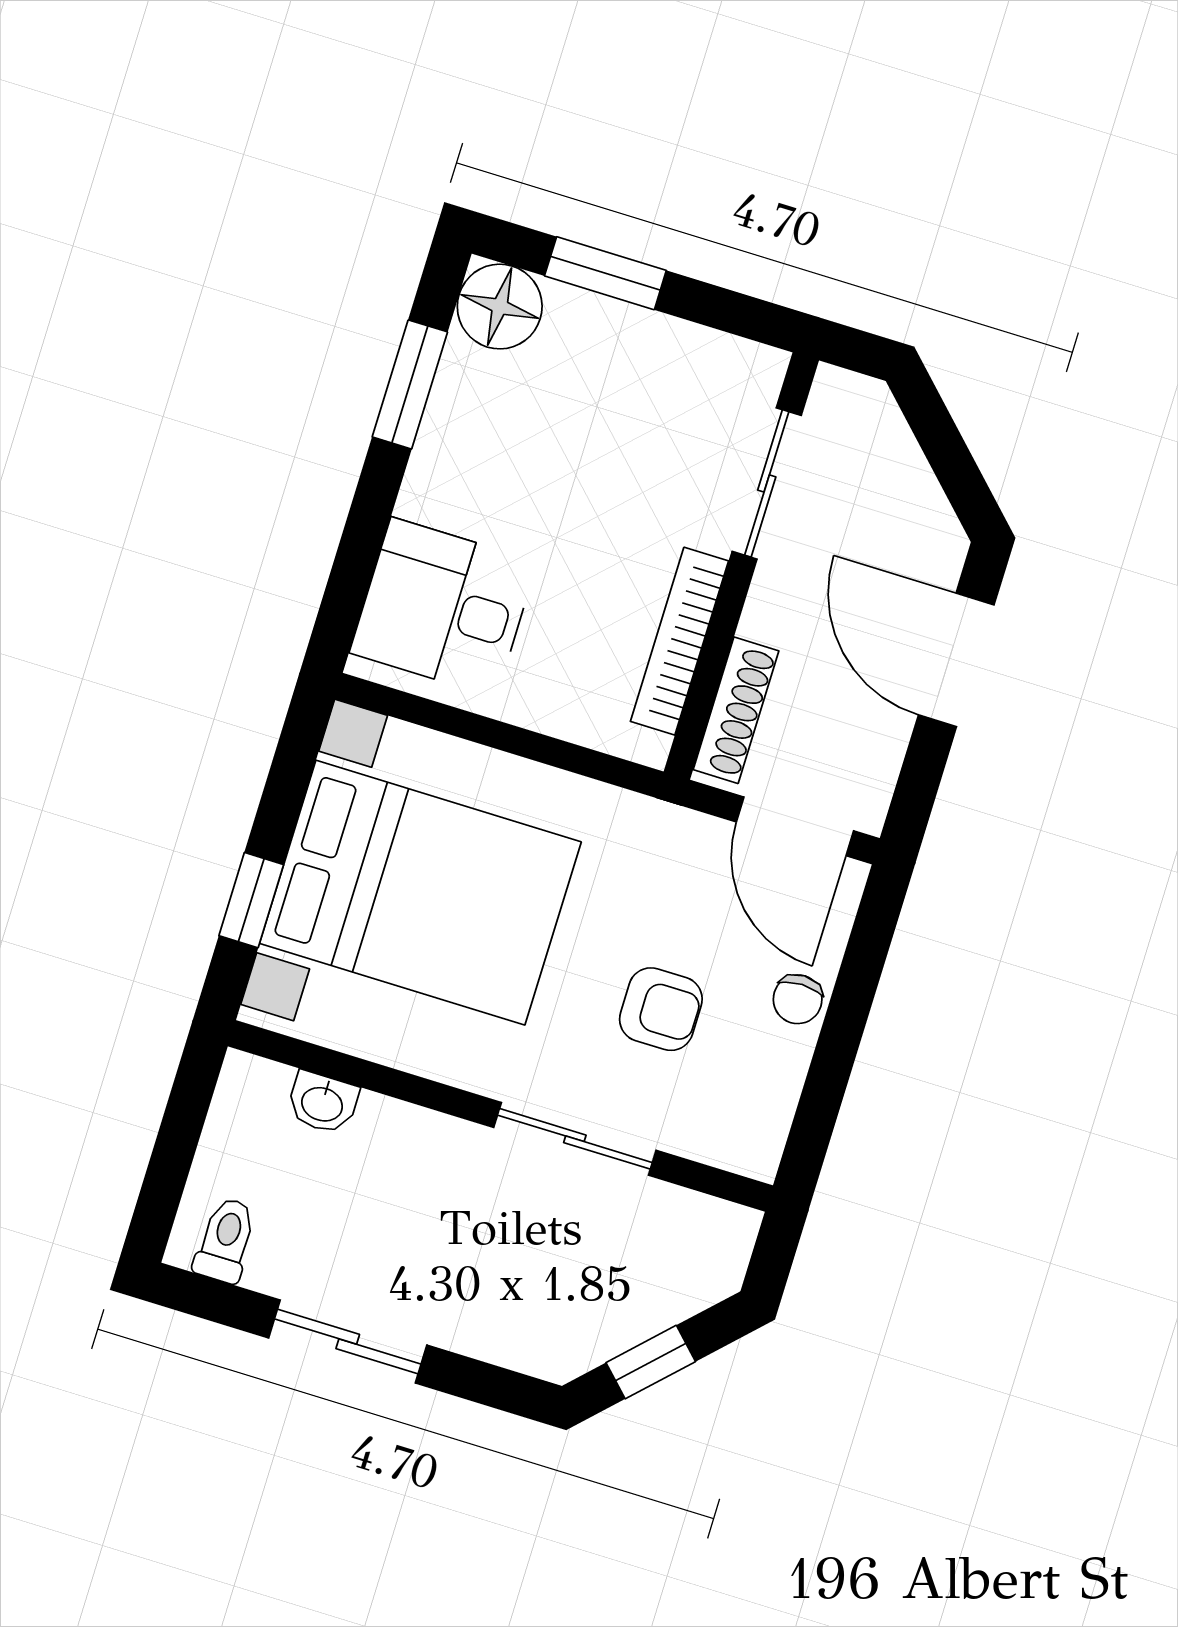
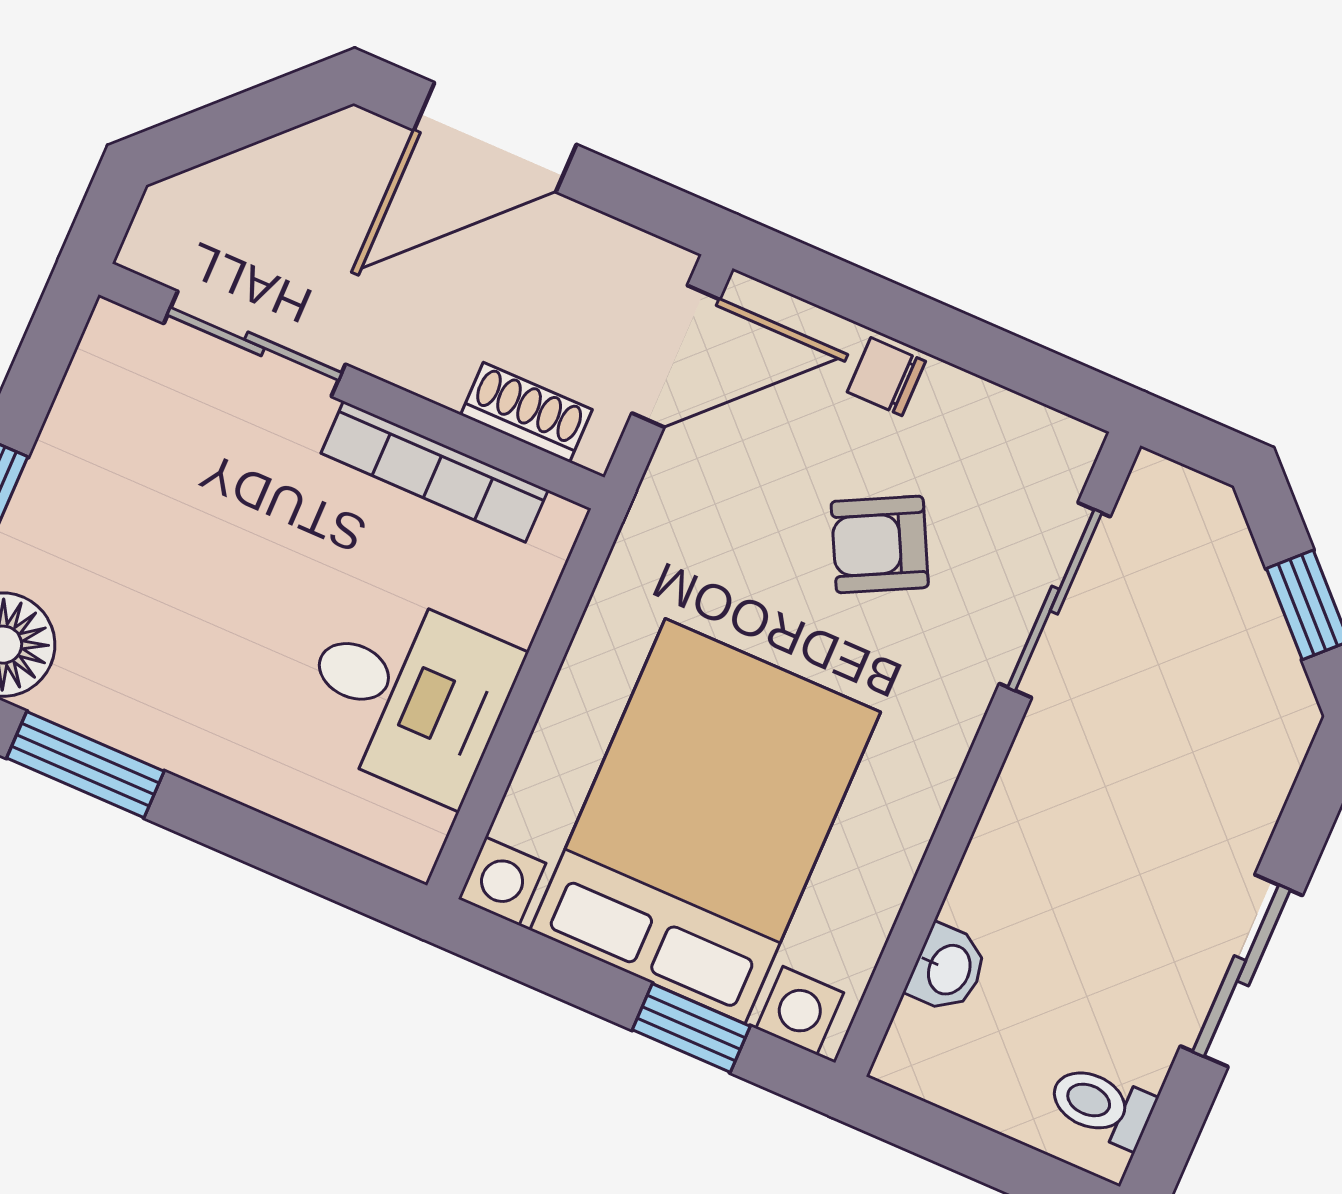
desk: (443, 607) -> (407, 695), moved, turned -90
shoe rack: (736, 710) -> (526, 412), width x0.70
chair: (798, 999) -> (886, 377), turned 180
armchair: (661, 1009) -> (880, 544), turned -117
sliding door: (575, 1139) -> (1055, 600), moved

